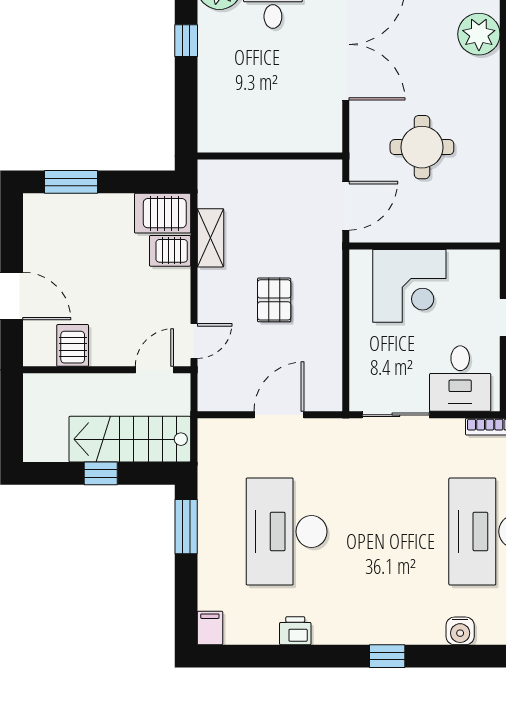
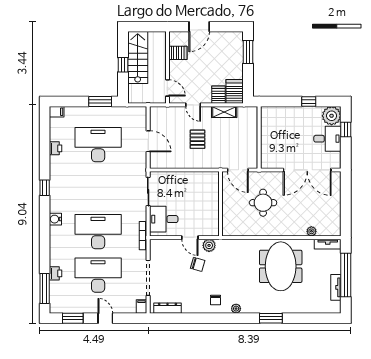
plant: (479, 34) -> (311, 231), width x0.53, depth x0.53
corner desk: (409, 286) -> (203, 197), removed
pallet: (274, 300) -> (197, 139), turned 90
door: (194, 341) -> (193, 105), moved
stairs: (130, 439) -> (138, 57), moved

